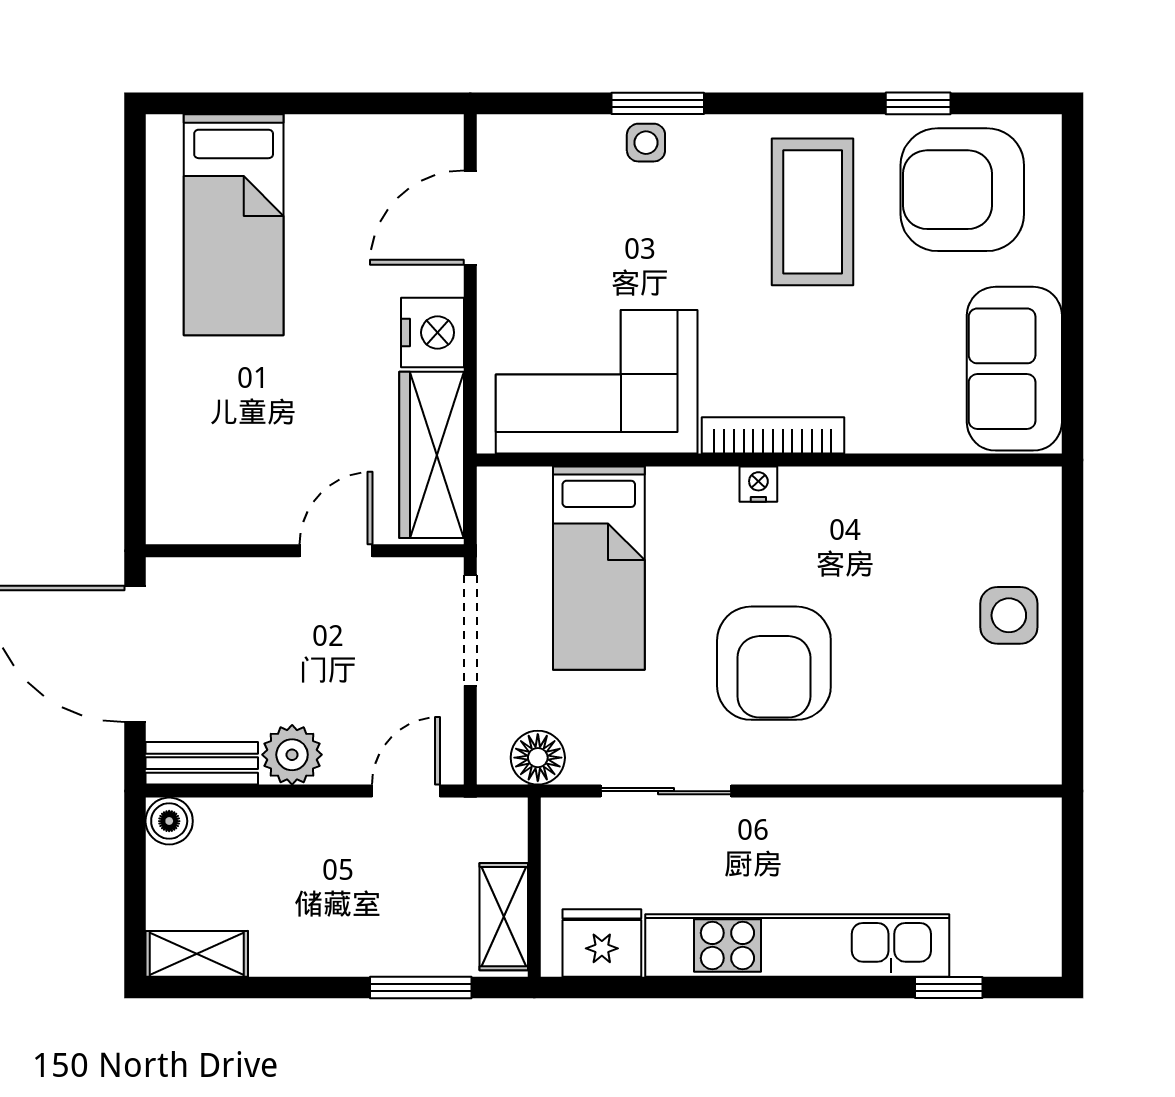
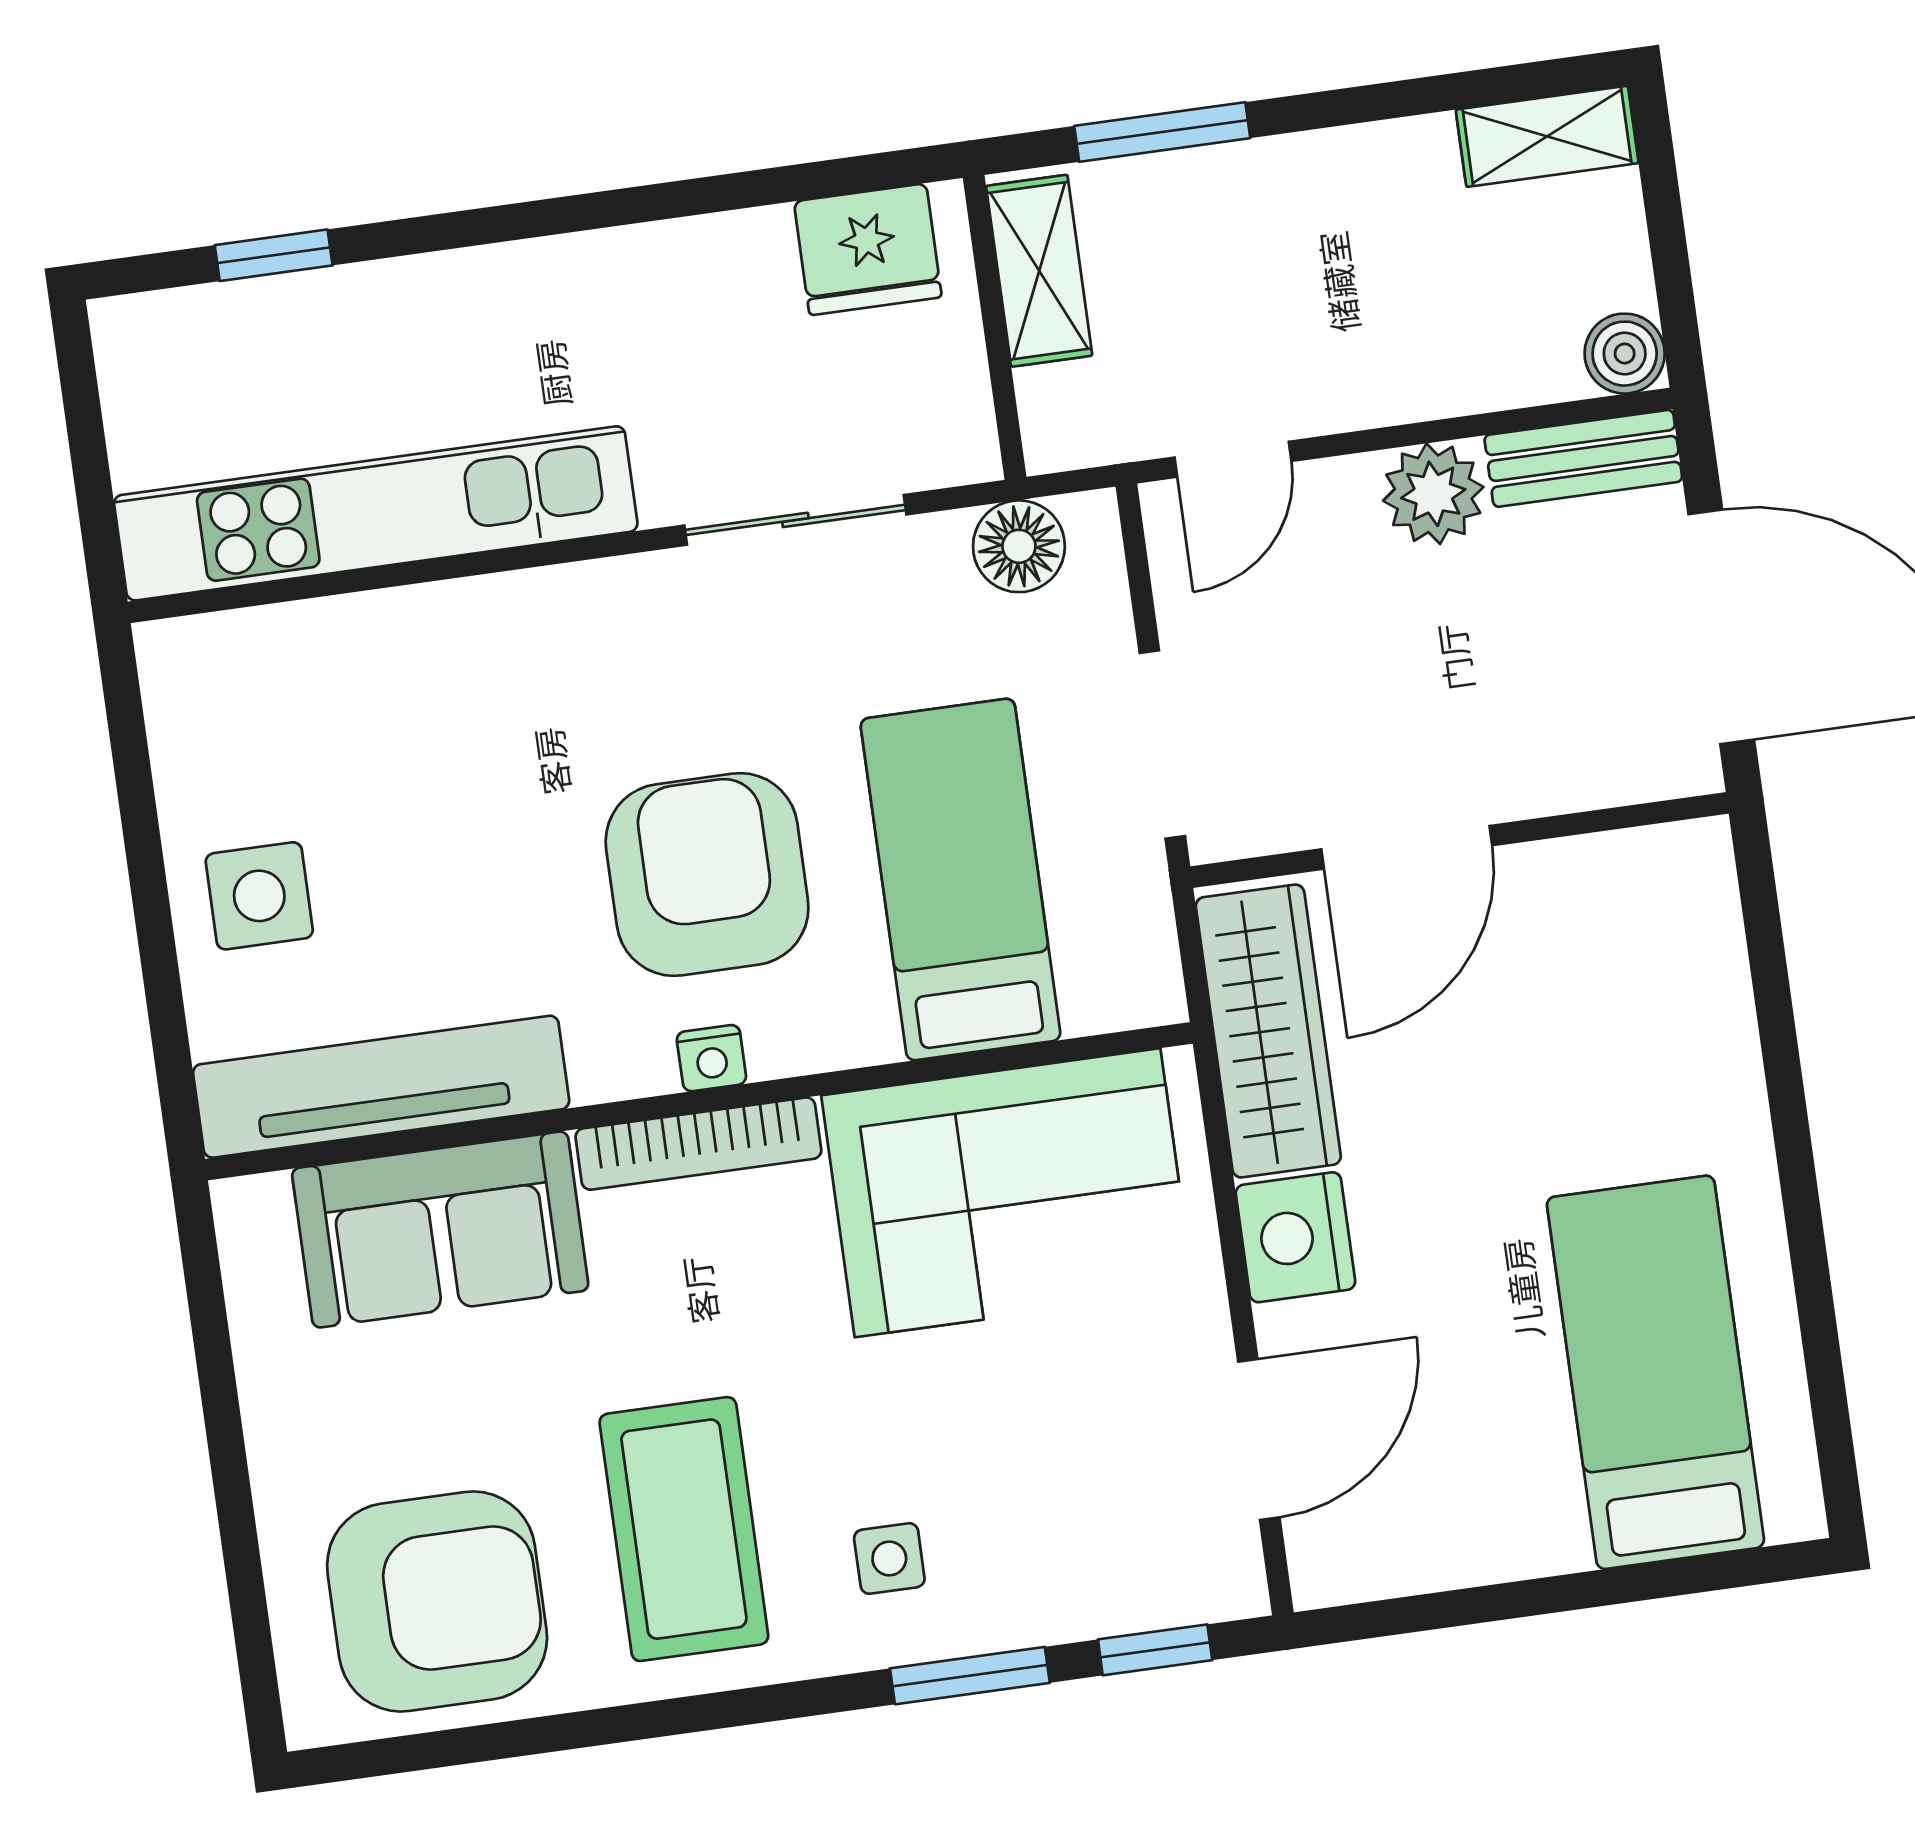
window: (918, 103) -> (1155, 1650), moved
side table: (646, 143) -> (889, 1558), moved
sofa: (1014, 369) -> (440, 1230), moved, turned 90
tv unit: (953, 494) -> (381, 1087), added
door: (336, 551) -> (1407, 847), width x1.38
armchair: (774, 663) -> (707, 874), moved
kitchen unit: (797, 945) -> (376, 513), moved, turned 180

